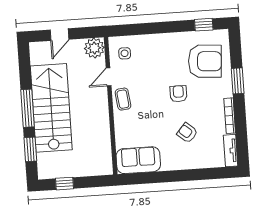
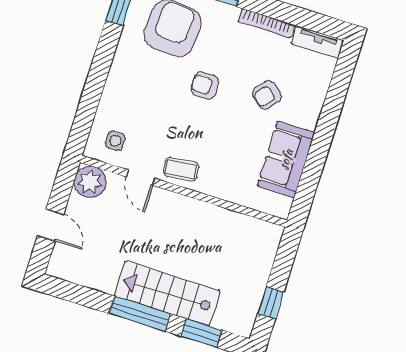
stairs: (51, 108) -> (167, 293), width x0.73, depth x0.66
sofa: (138, 160) -> (286, 159), moved

